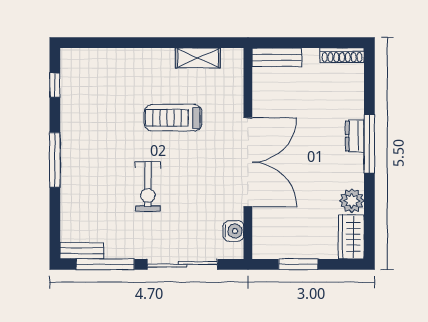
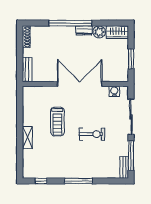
shelving: (198, 58) -> (27, 138), moved
dresser: (355, 136) -> (84, 30), moved
window: (369, 144) -> (70, 23), width x1.46

